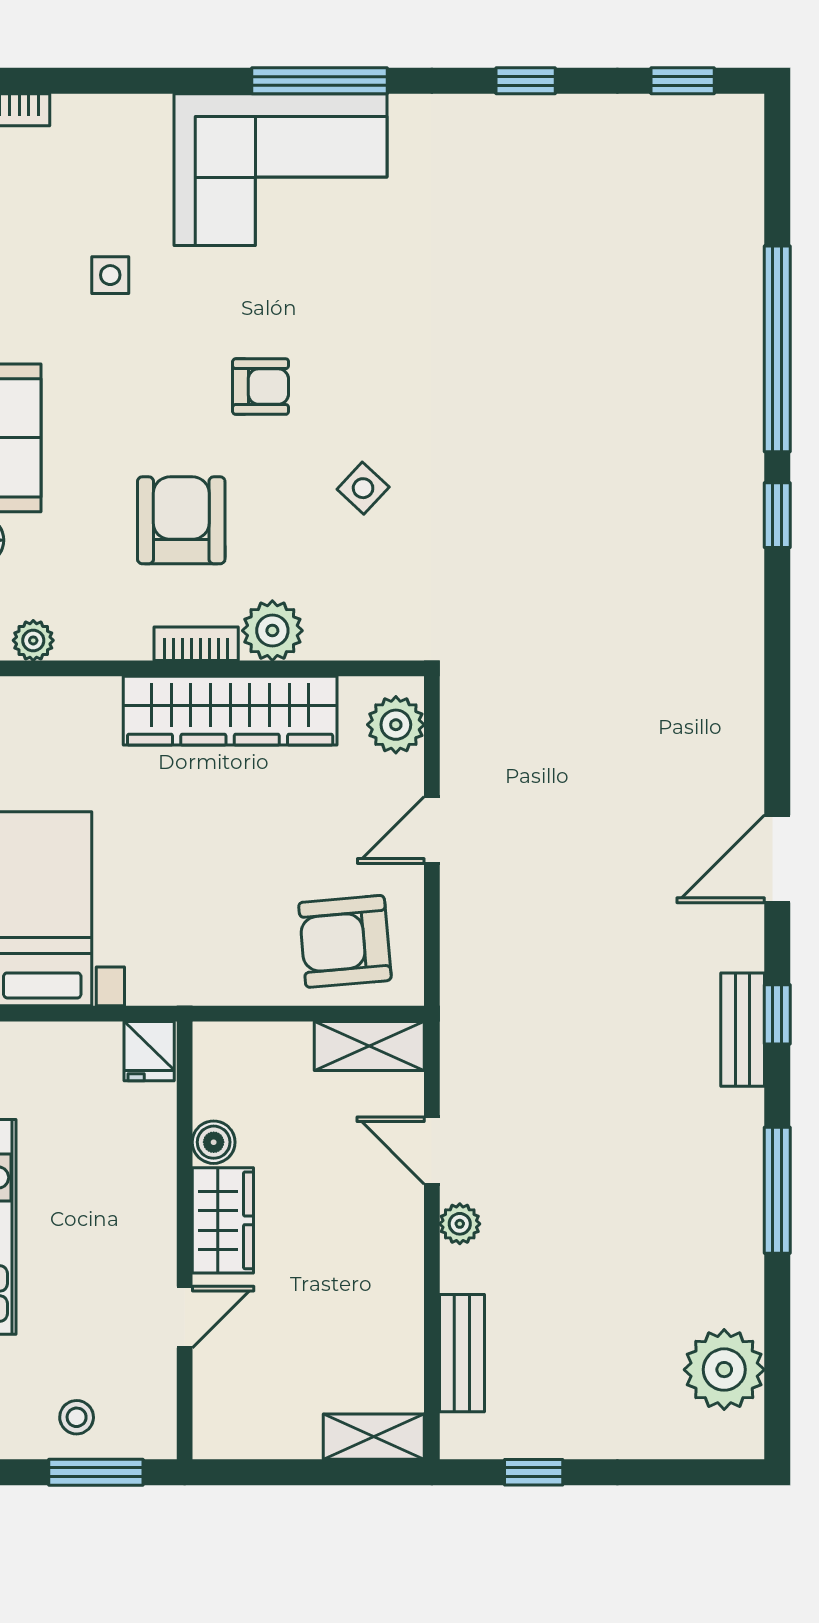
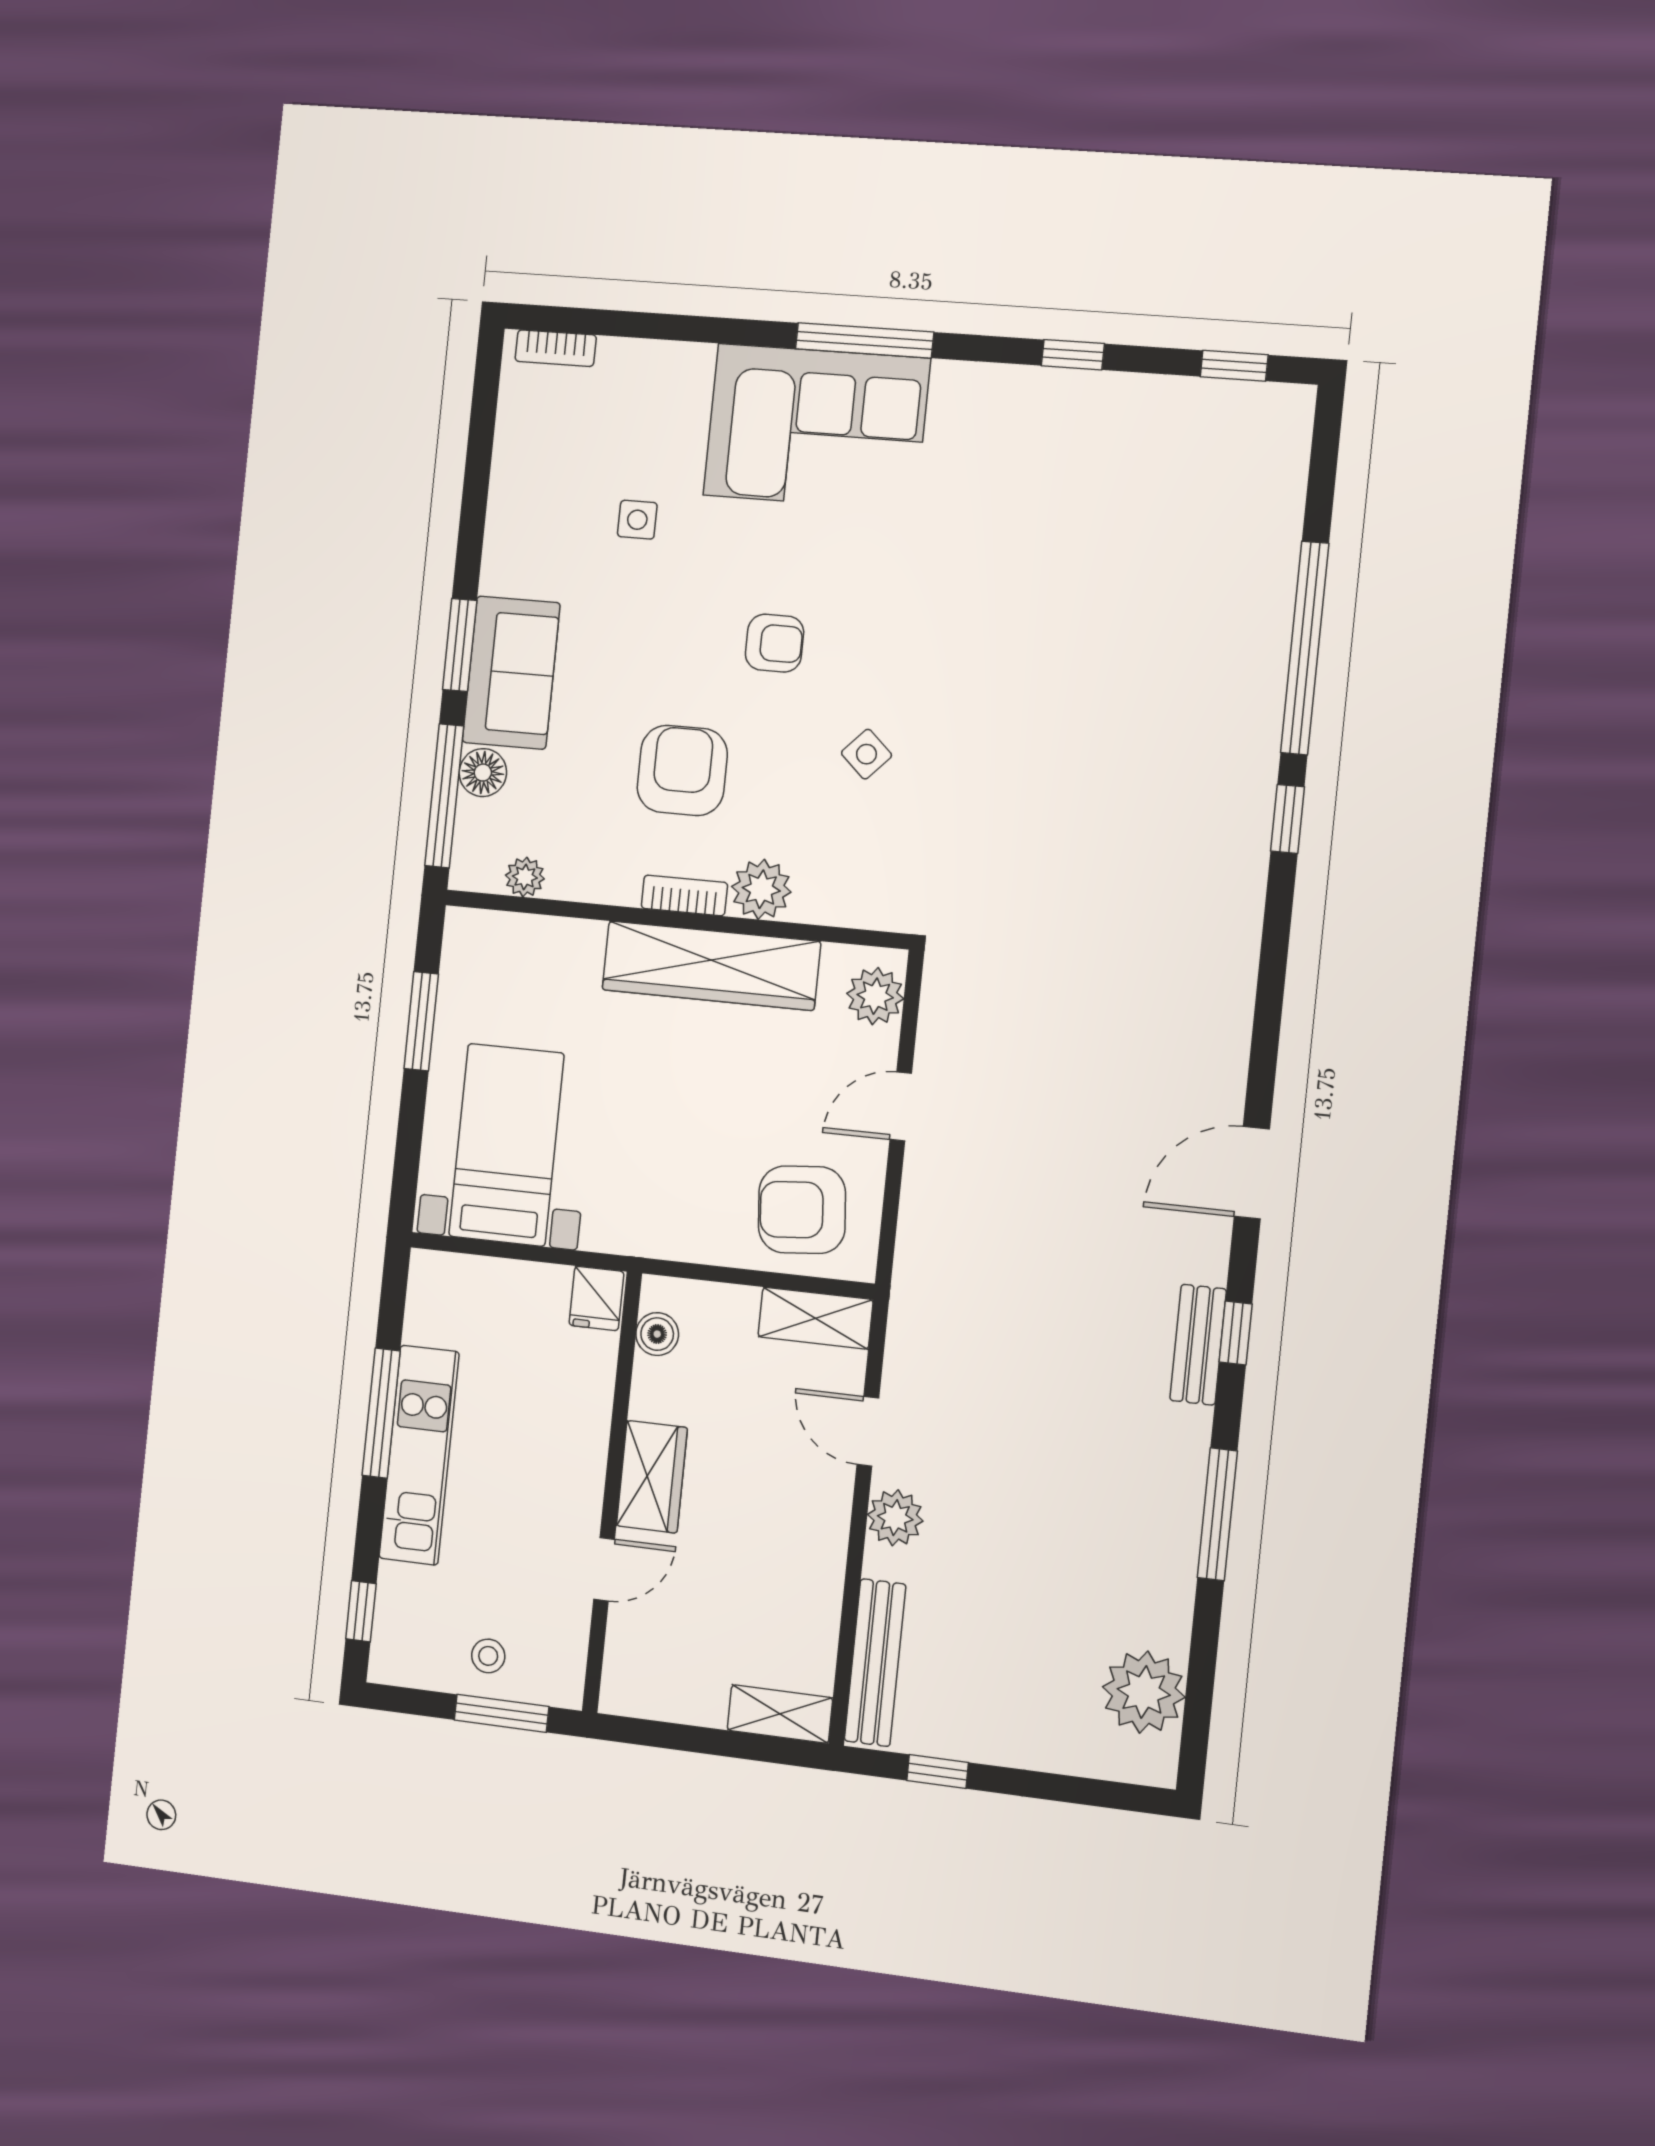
boiler: (214, 1142) -> (657, 1334), moved
plant: (460, 1224) -> (895, 1518), width x1.38, depth x1.38
bench: (462, 1353) -> (875, 1663), width x1.36

